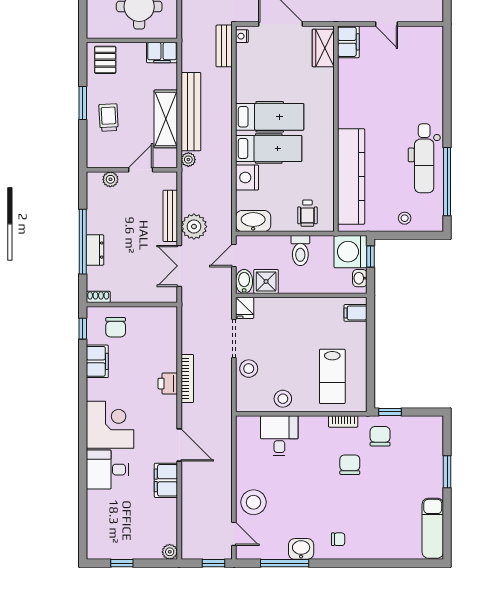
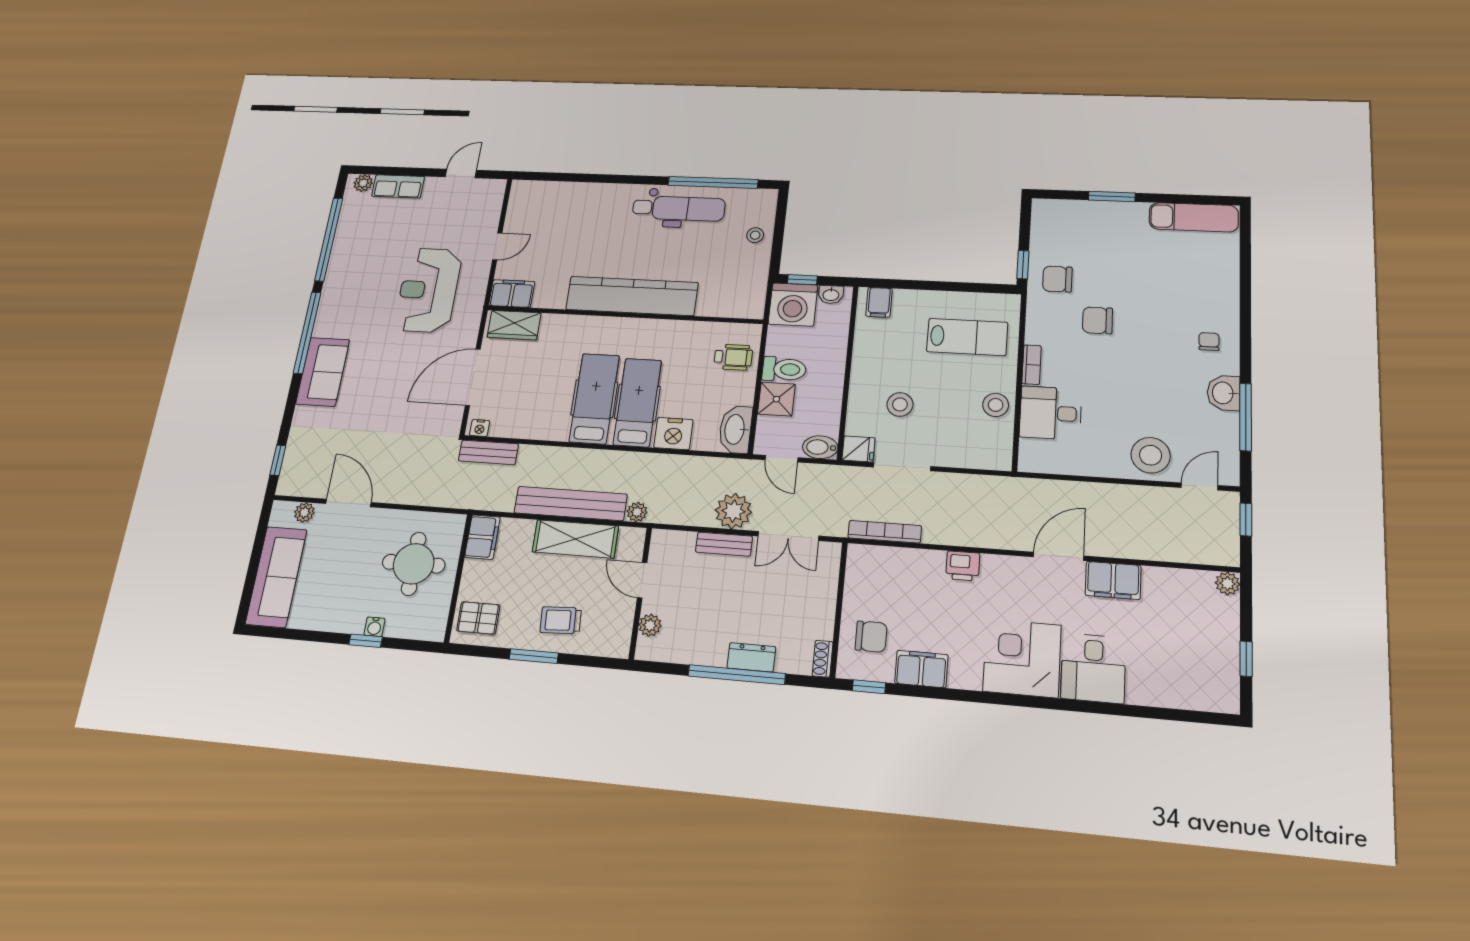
kitchen counter: (351, 176) -> (632, 296), moved
bench: (170, 216) -> (724, 544), width x0.73
shower: (266, 281) -> (776, 399), moved
stool: (249, 369) -> (900, 404), moved
bookcase: (187, 379) -> (885, 532), moved
bookcase: (343, 421) -> (1032, 365), moved

